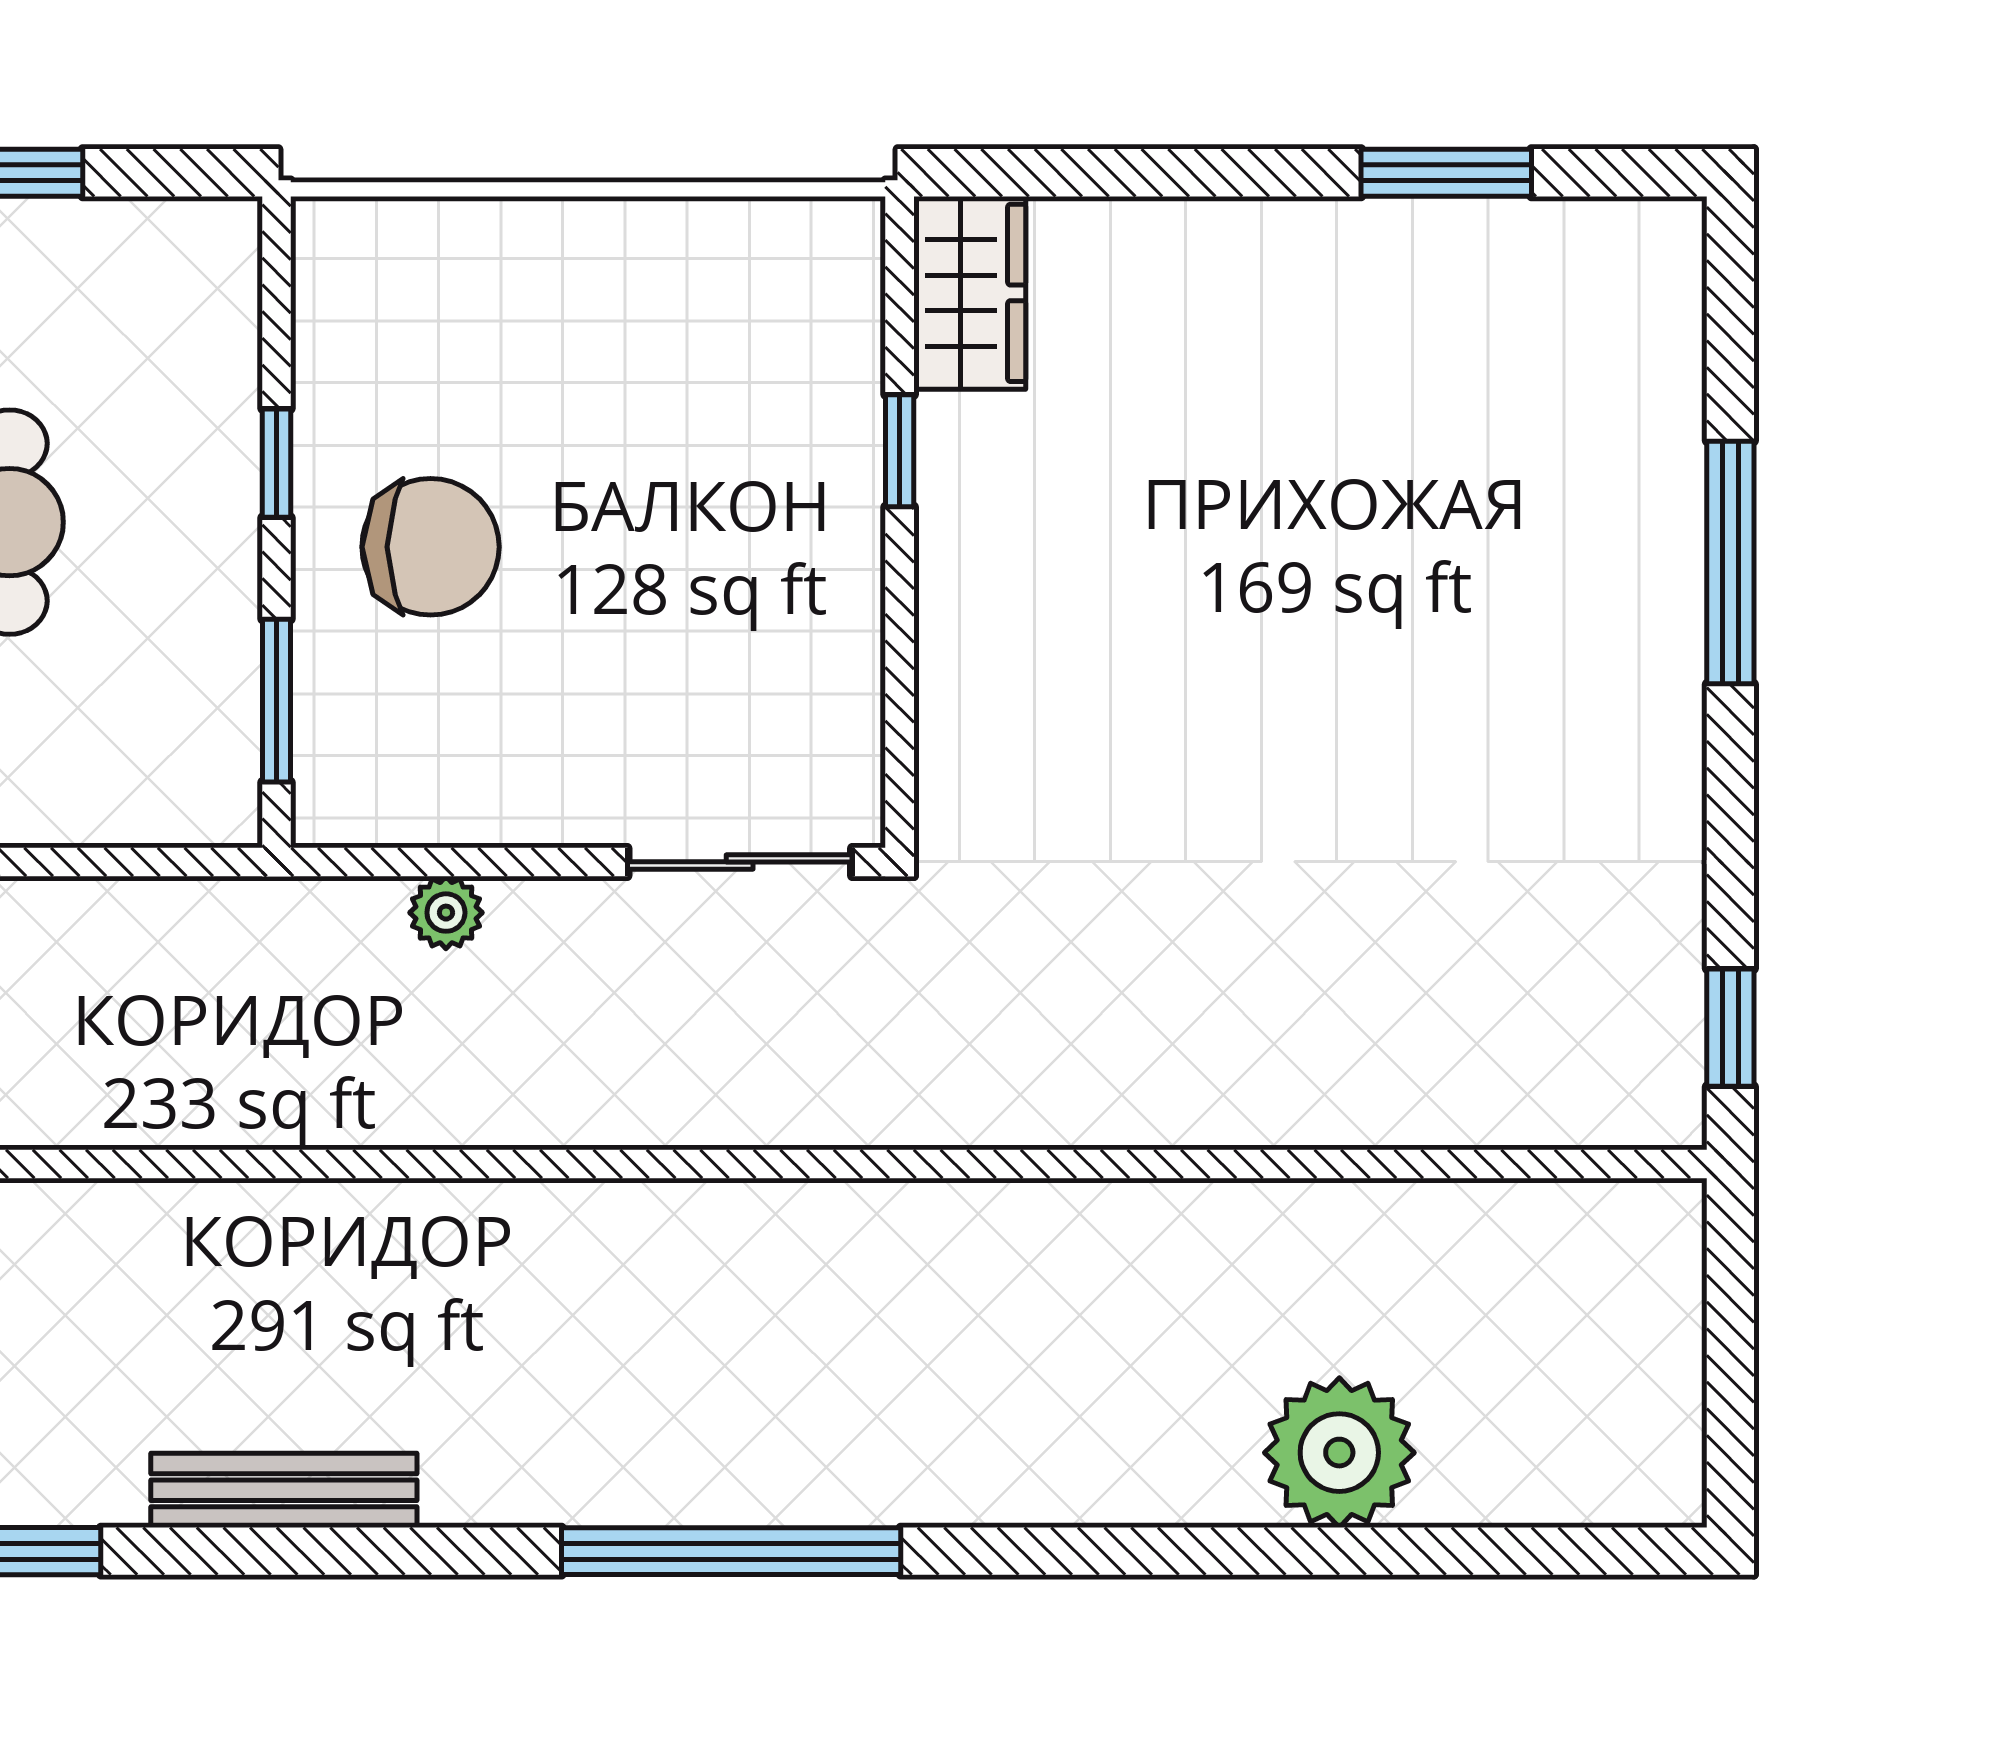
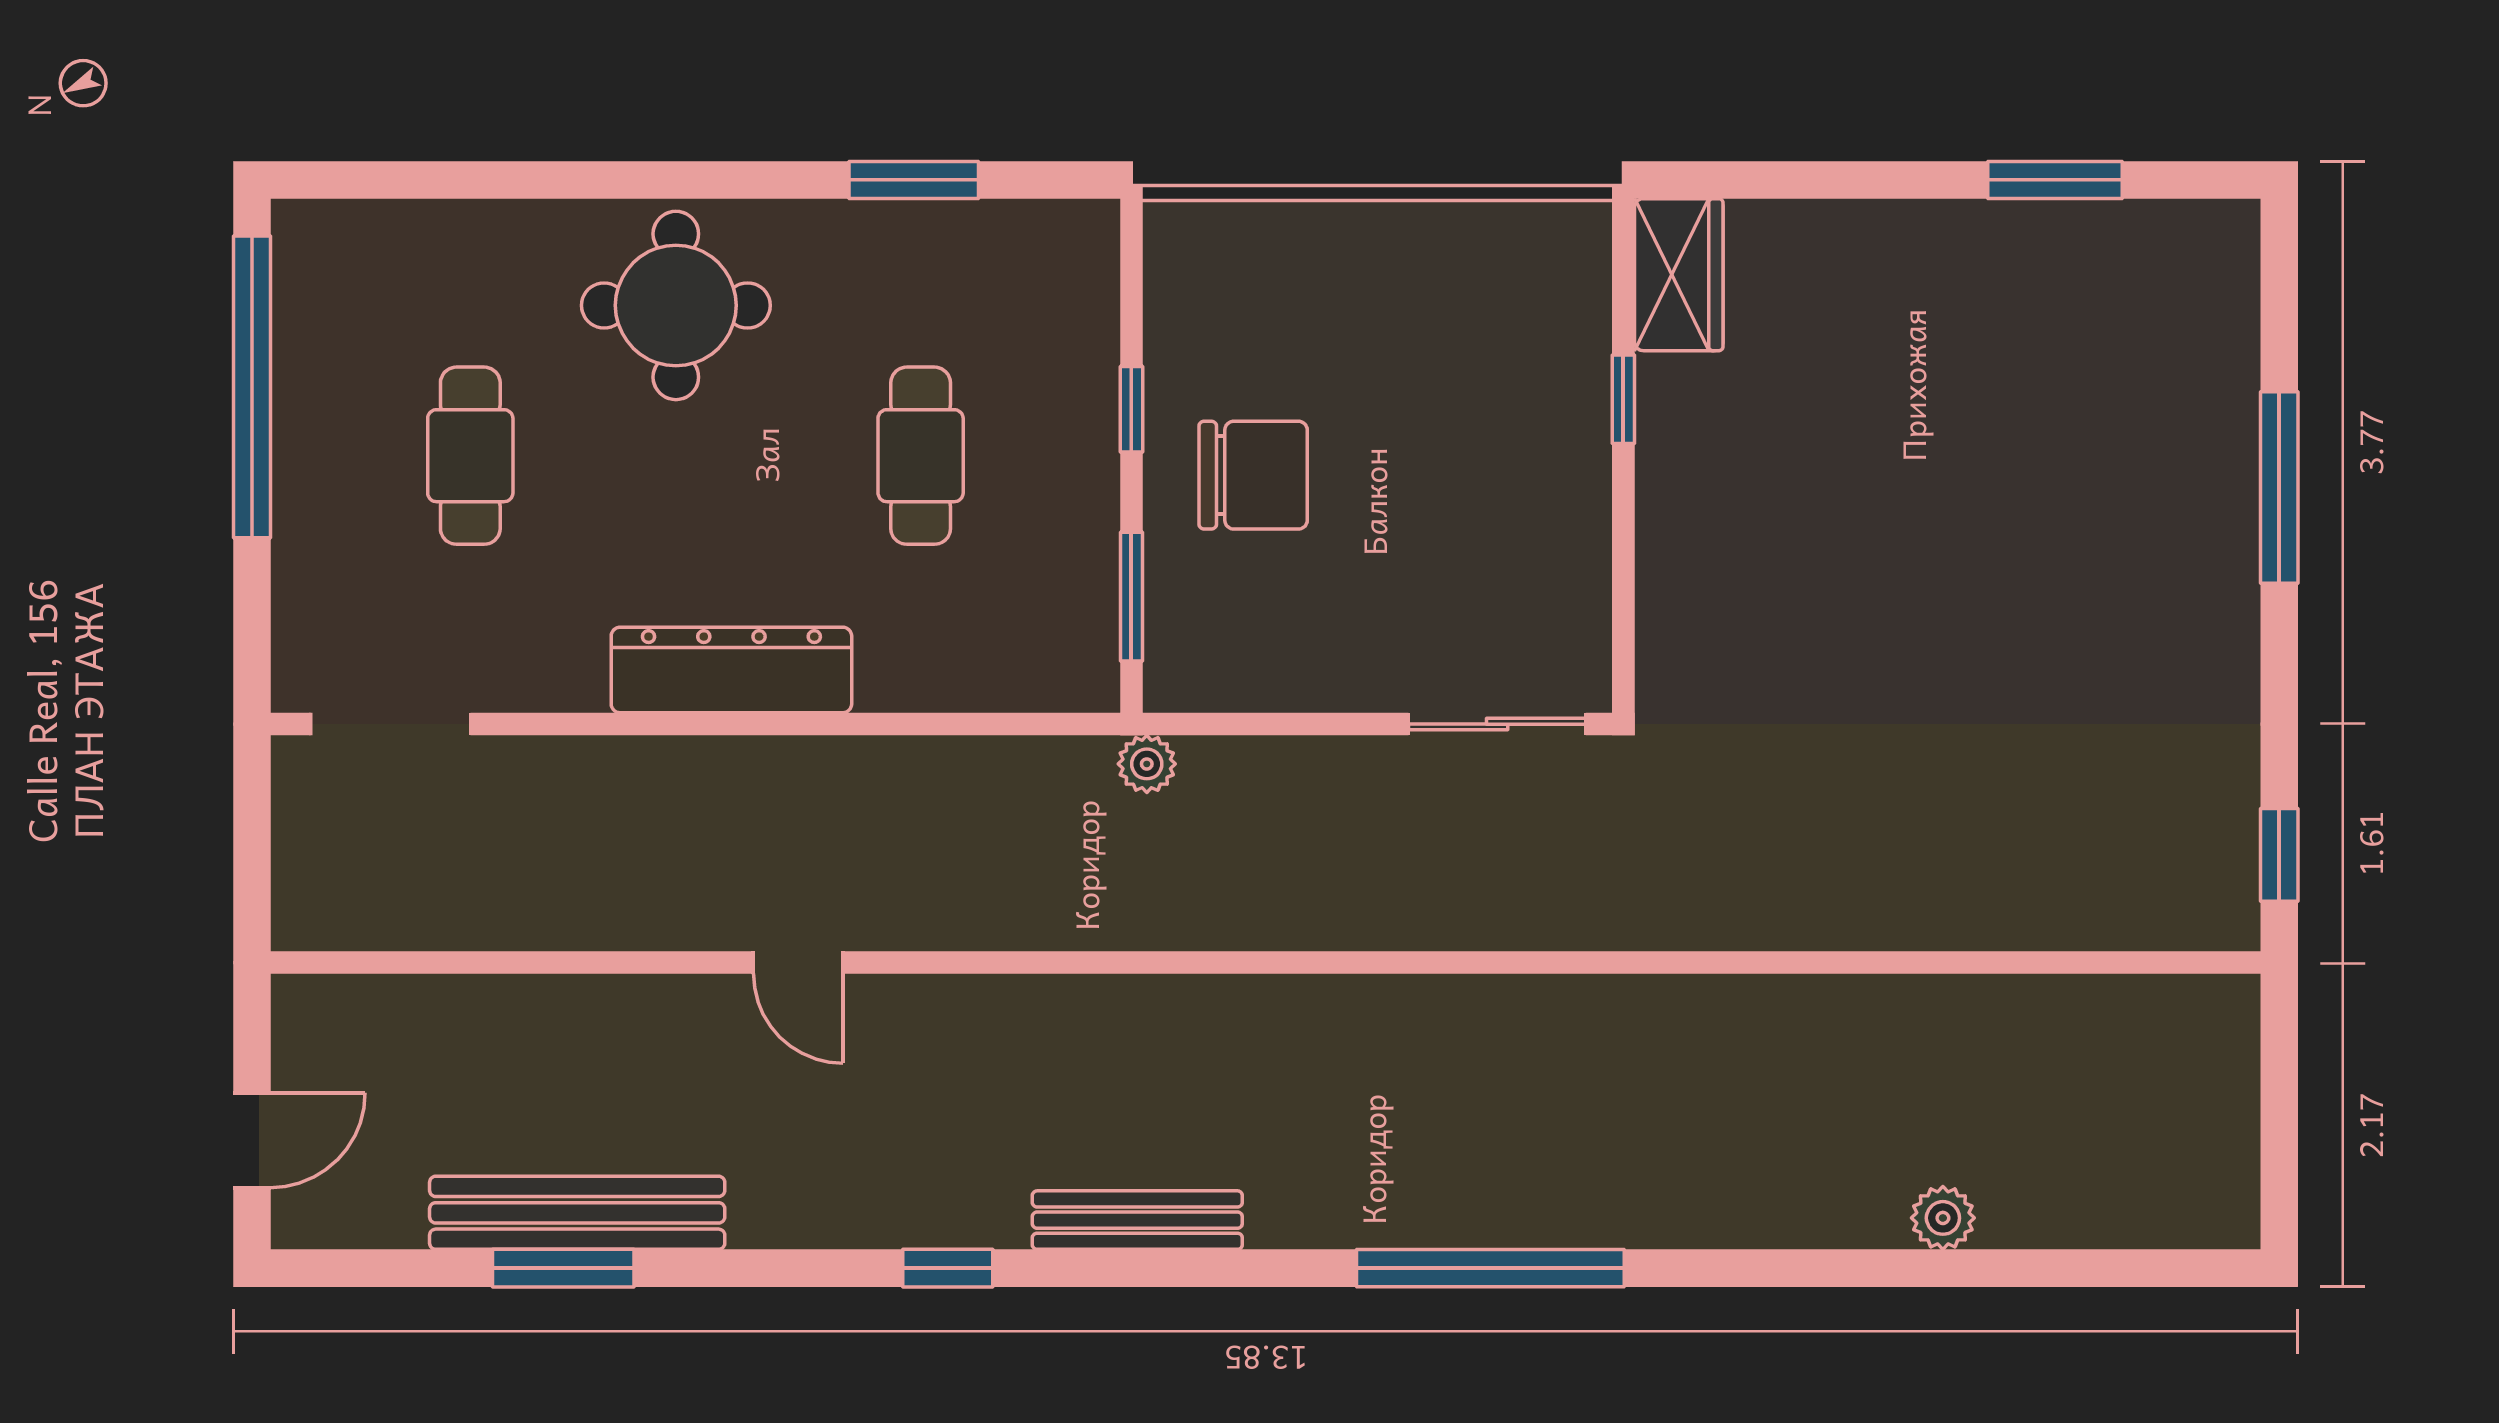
plant: (446, 913) -> (1147, 764), moved
plant: (1339, 1453) -> (1943, 1218), width x0.53, depth x0.53

